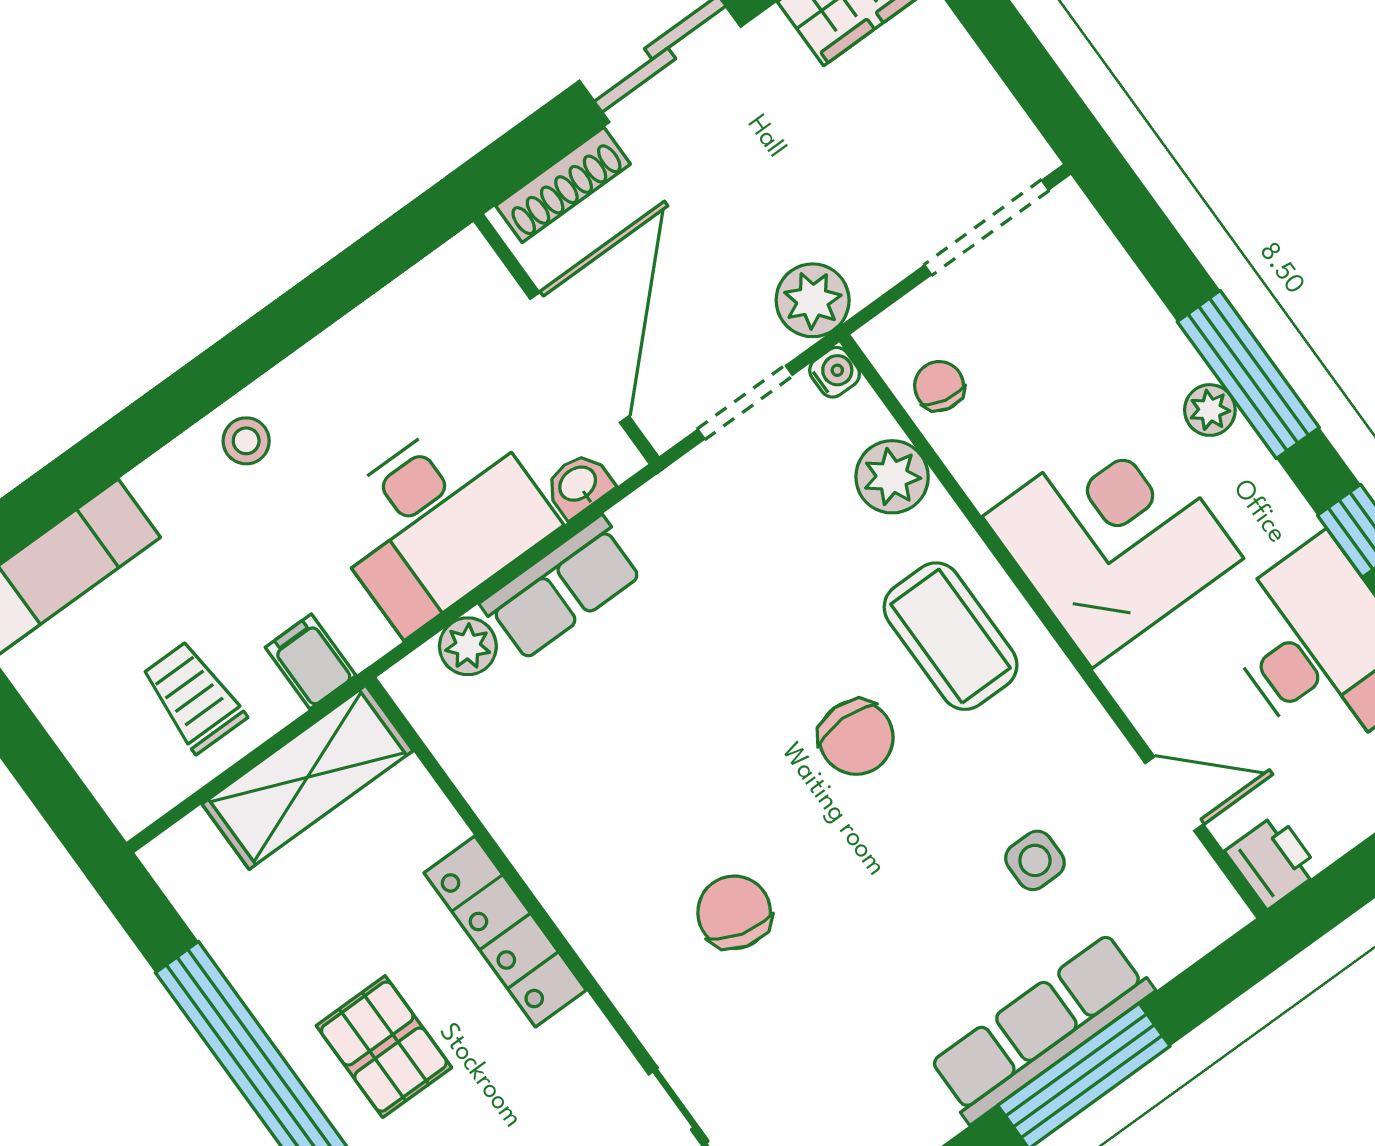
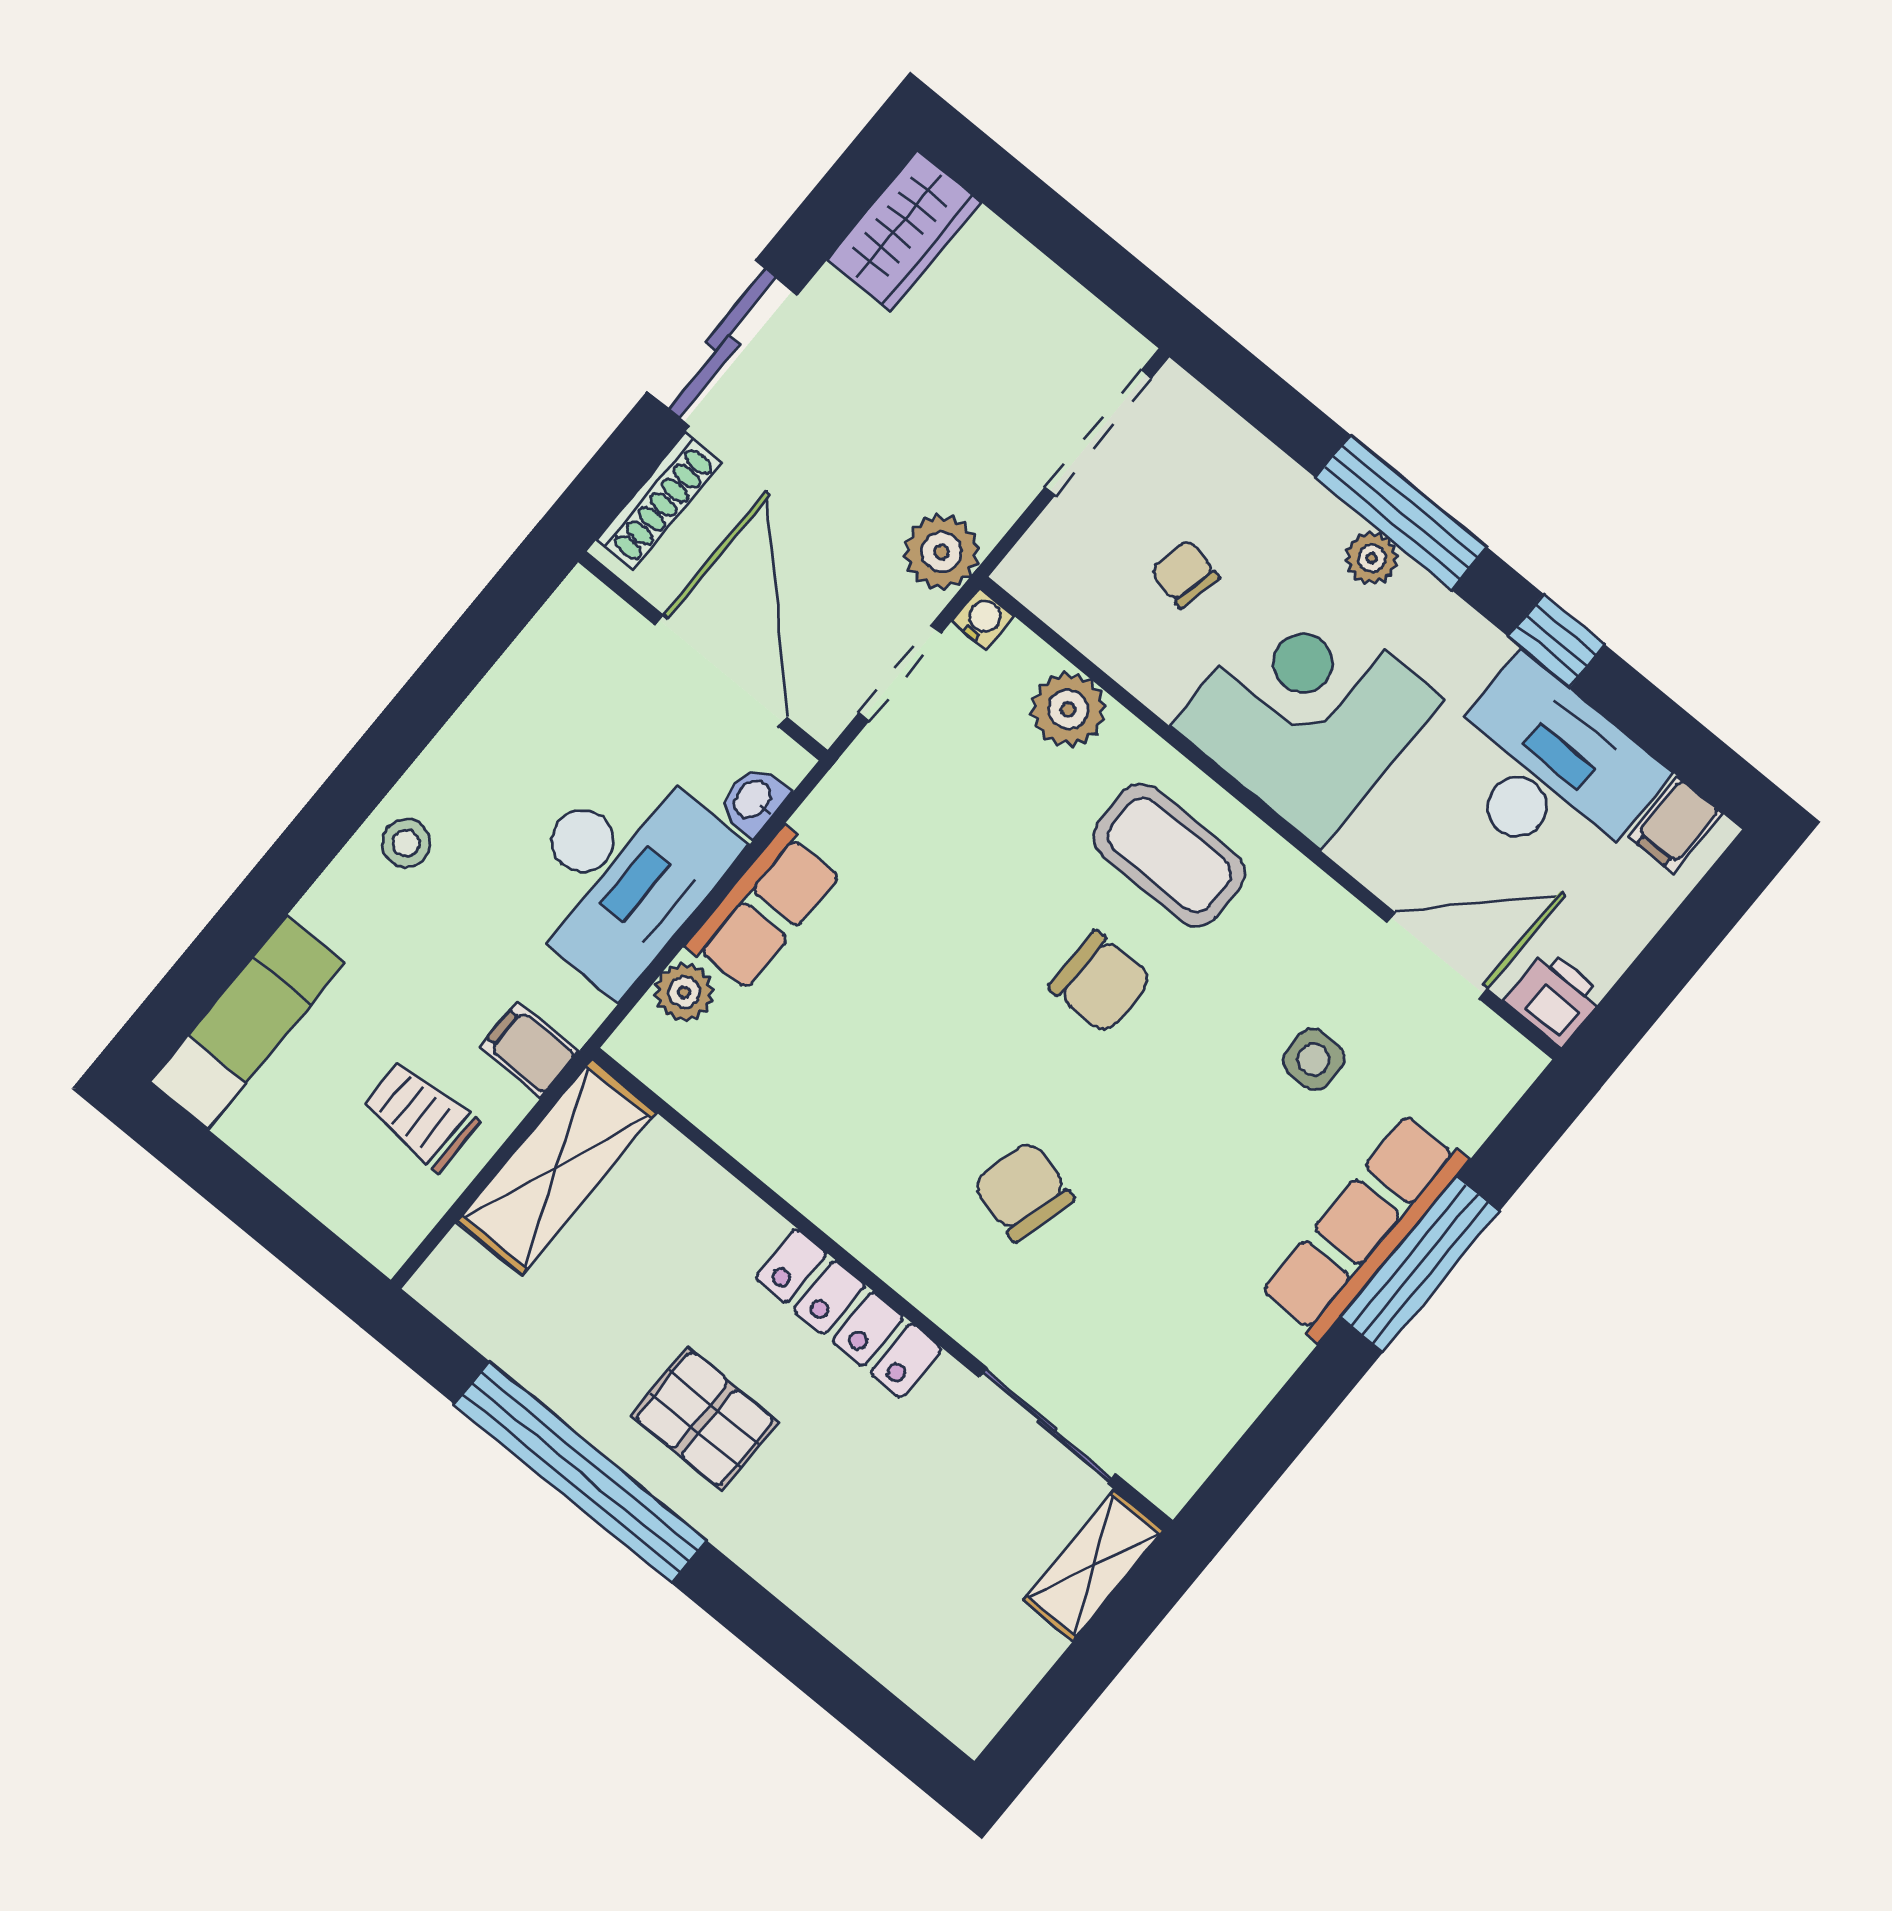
chair: (939, 386) -> (1185, 574), moved
door: (1174, 794) -> (1437, 955), width x1.38
locker: (505, 932) -> (848, 1313), moved

